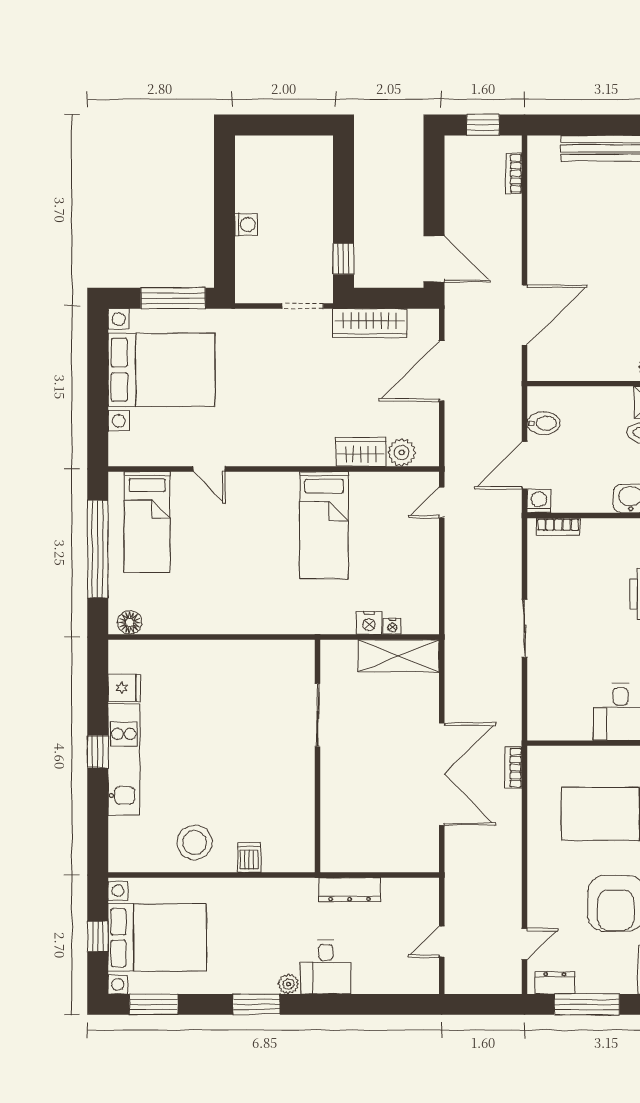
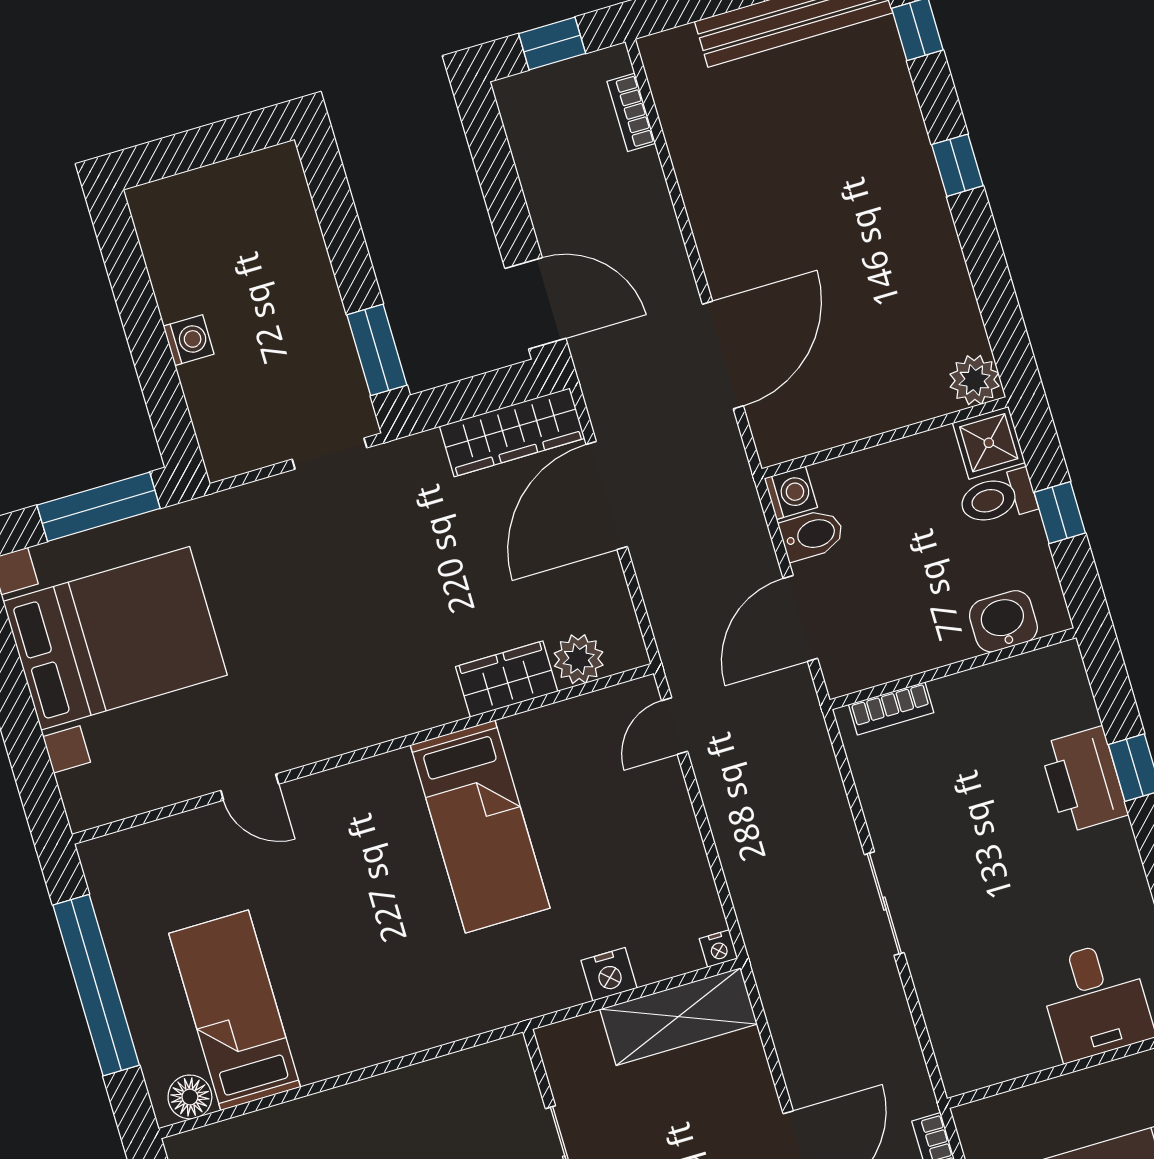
window: (343, 259) -> (377, 350), width x1.50
wardrobe: (370, 323) -> (512, 432), moved
washing machine: (539, 501) -> (791, 493), moved, turned 90
bed: (147, 522) -> (235, 1010), moved, turned 180
nightstand: (392, 626) -> (719, 949), moved

